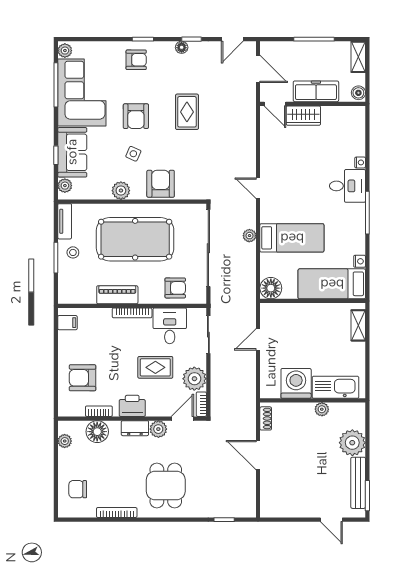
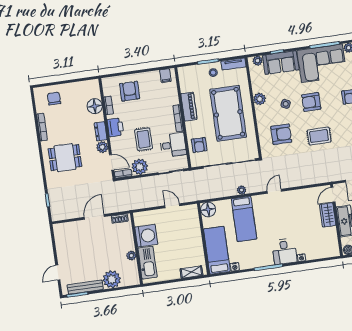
armchair: (161, 184) -> (281, 134), moved
plant: (65, 441) -> (85, 85), removed

